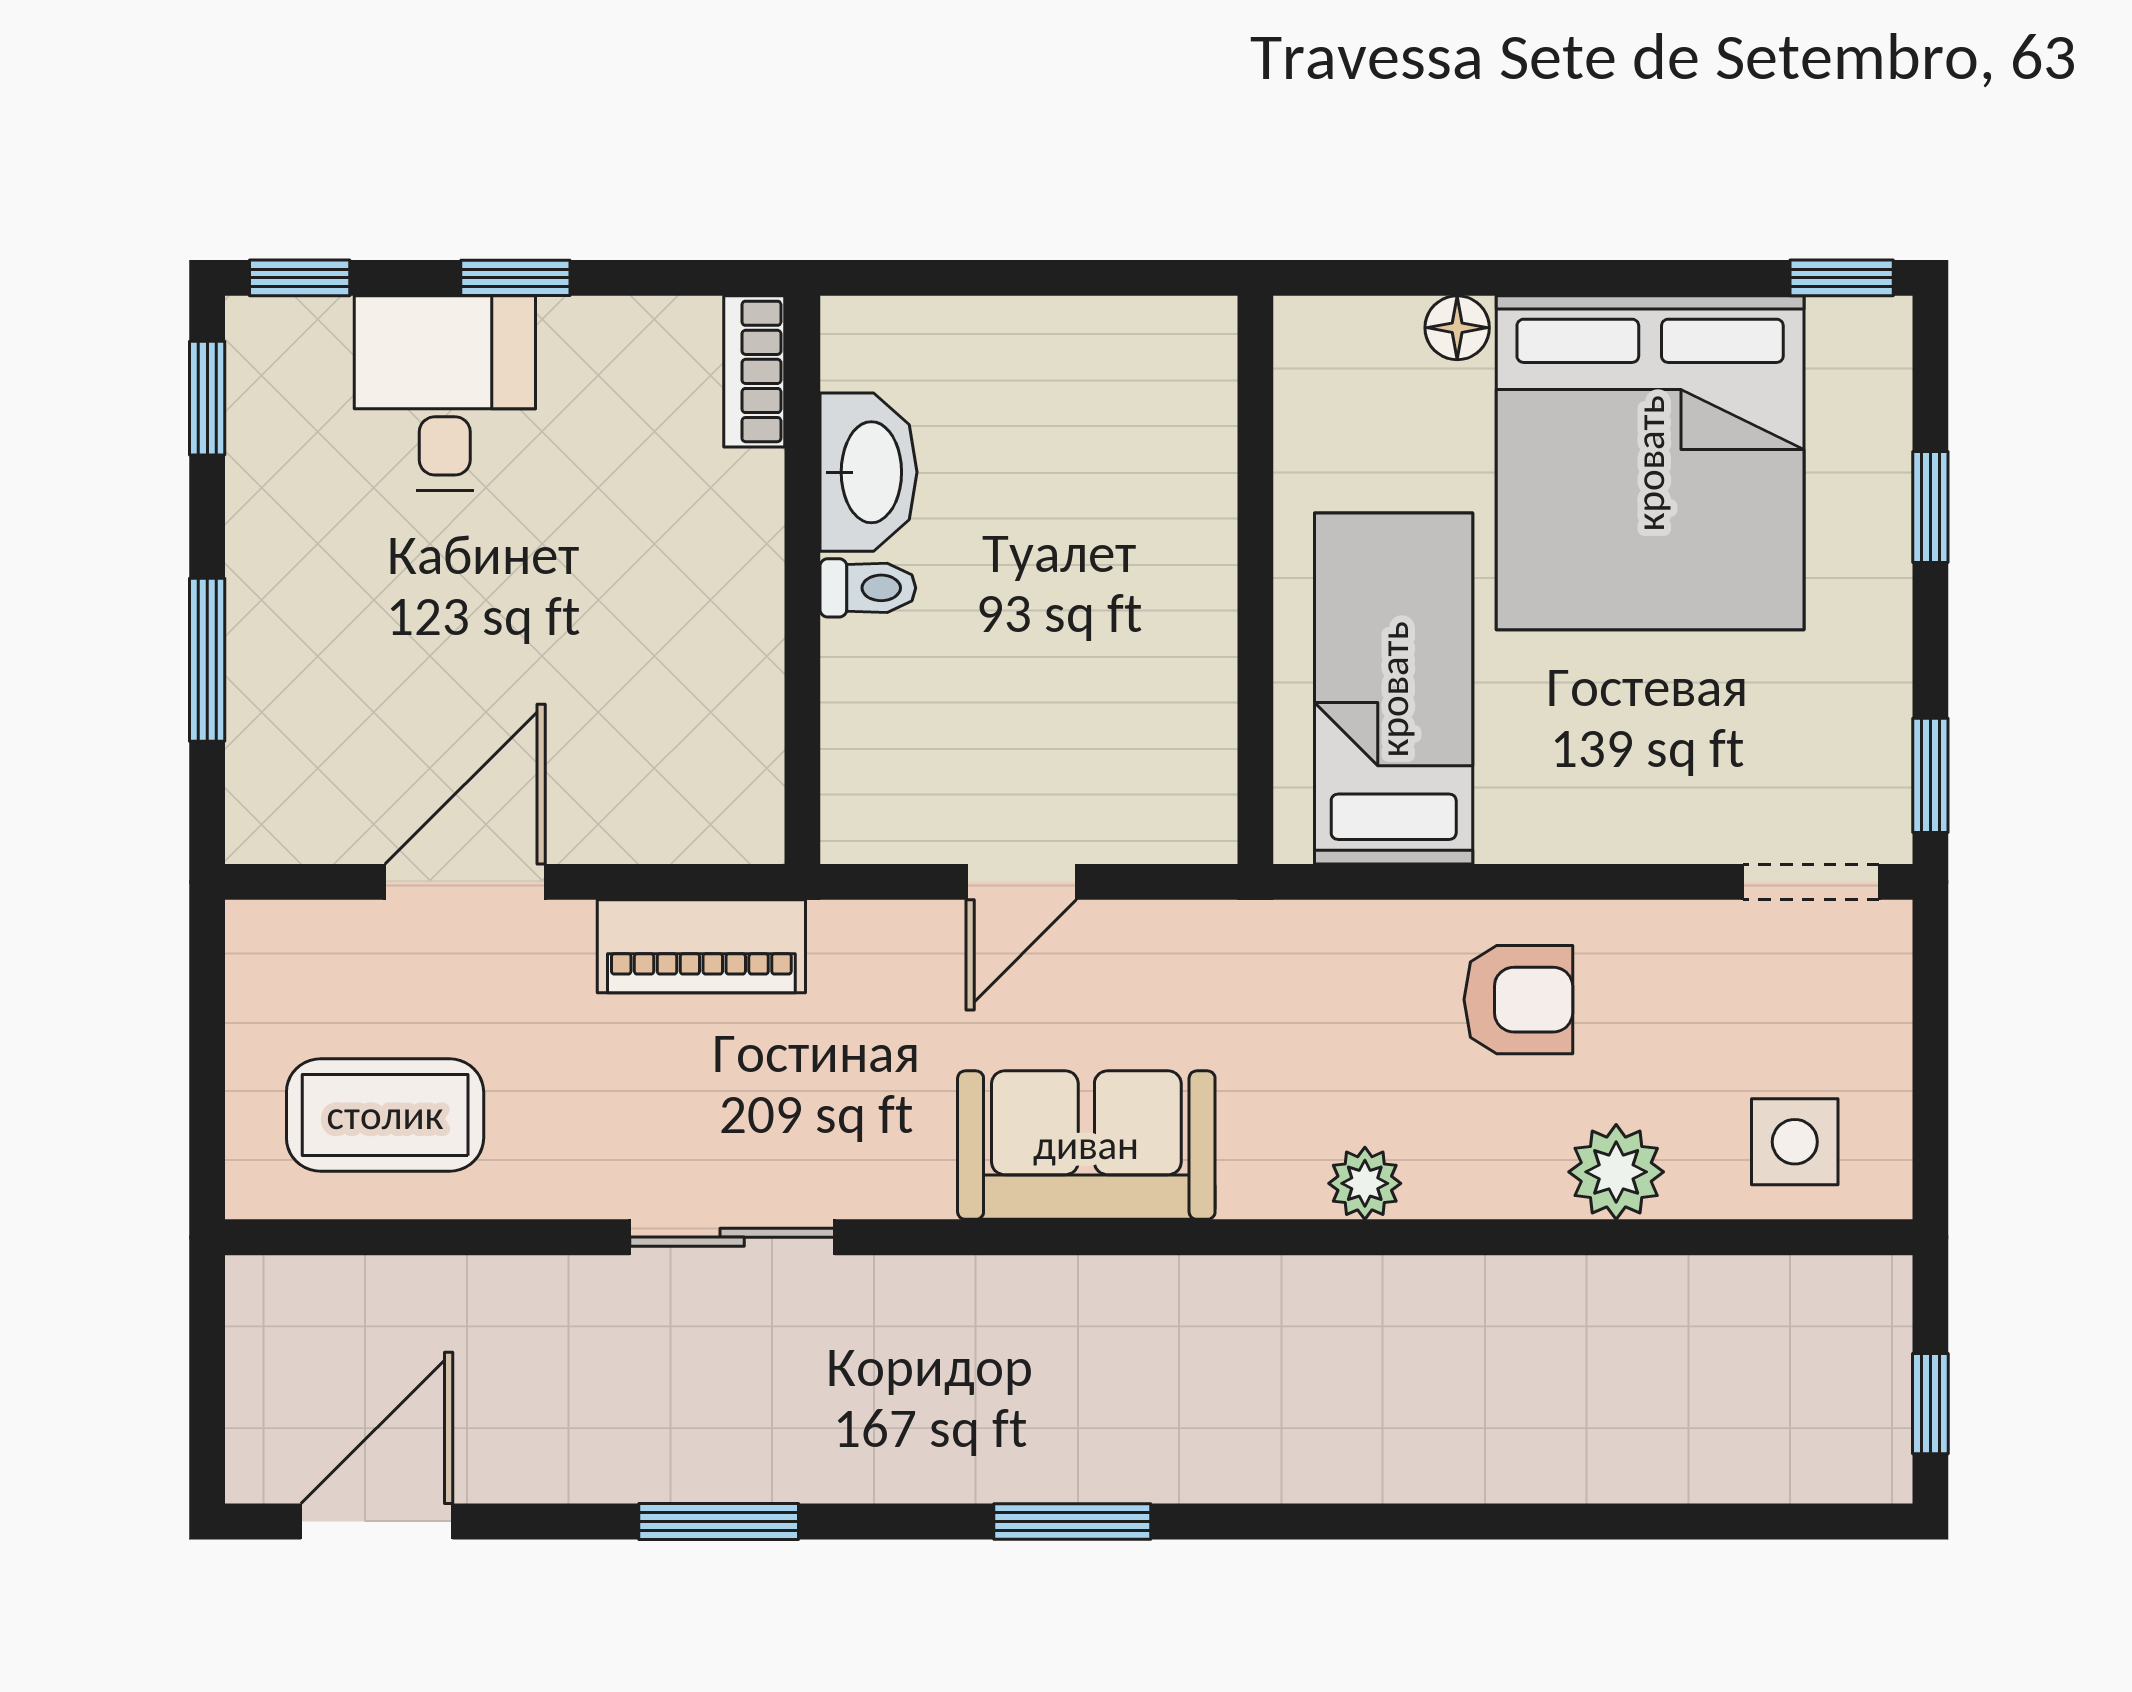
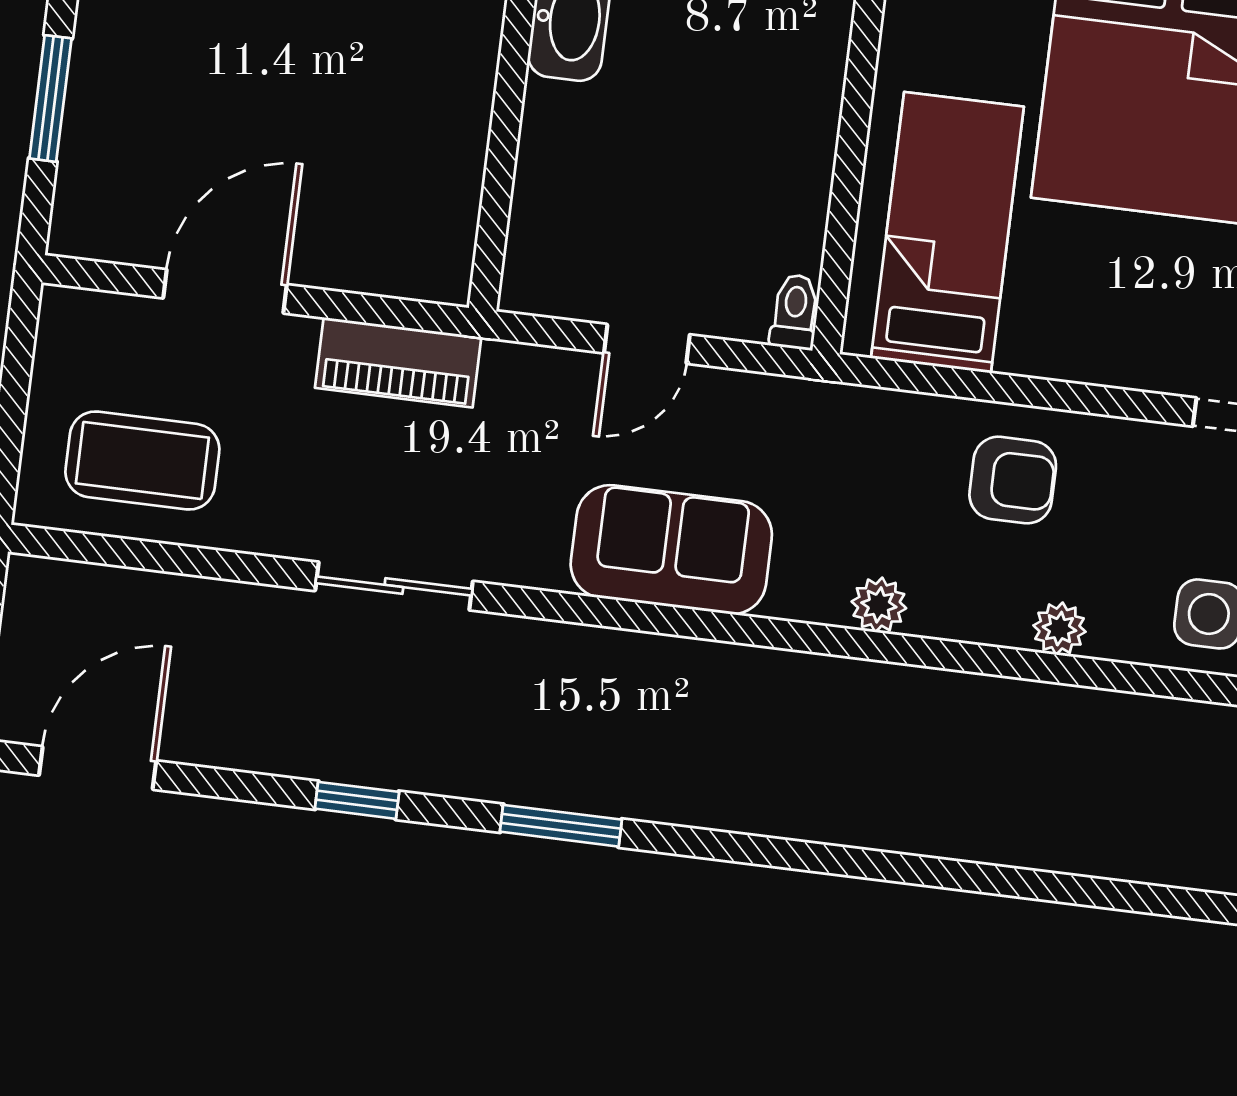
toilet: (868, 588) -> (795, 312), moved, turned -90
plant: (1616, 1172) -> (1059, 629), width x0.73, depth x0.73
window: (719, 1521) -> (357, 800), width x0.67
window: (1072, 1521) -> (561, 826), moved

